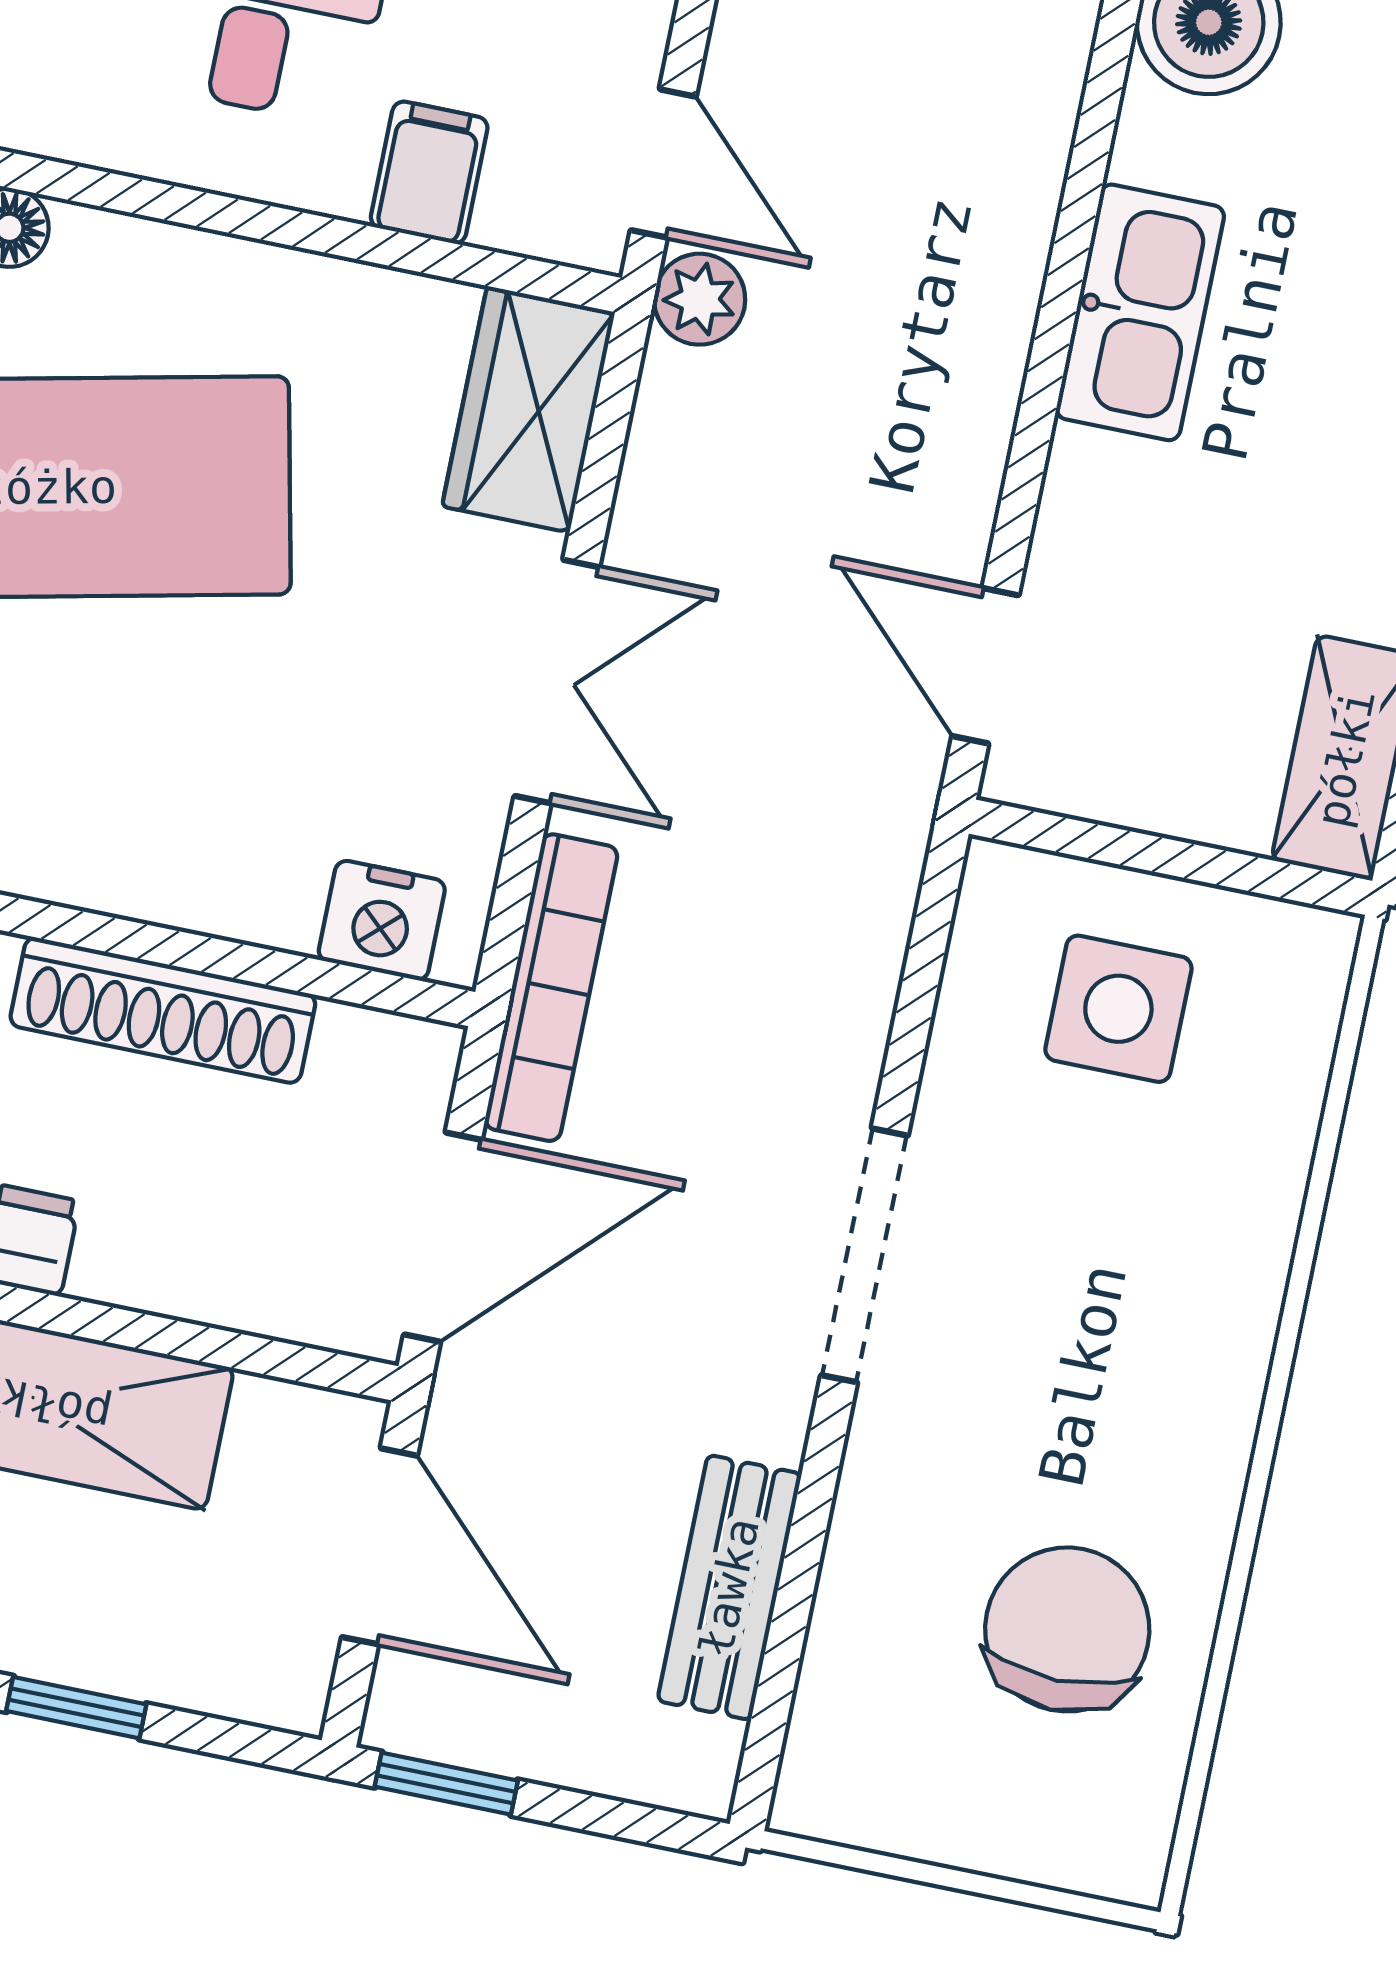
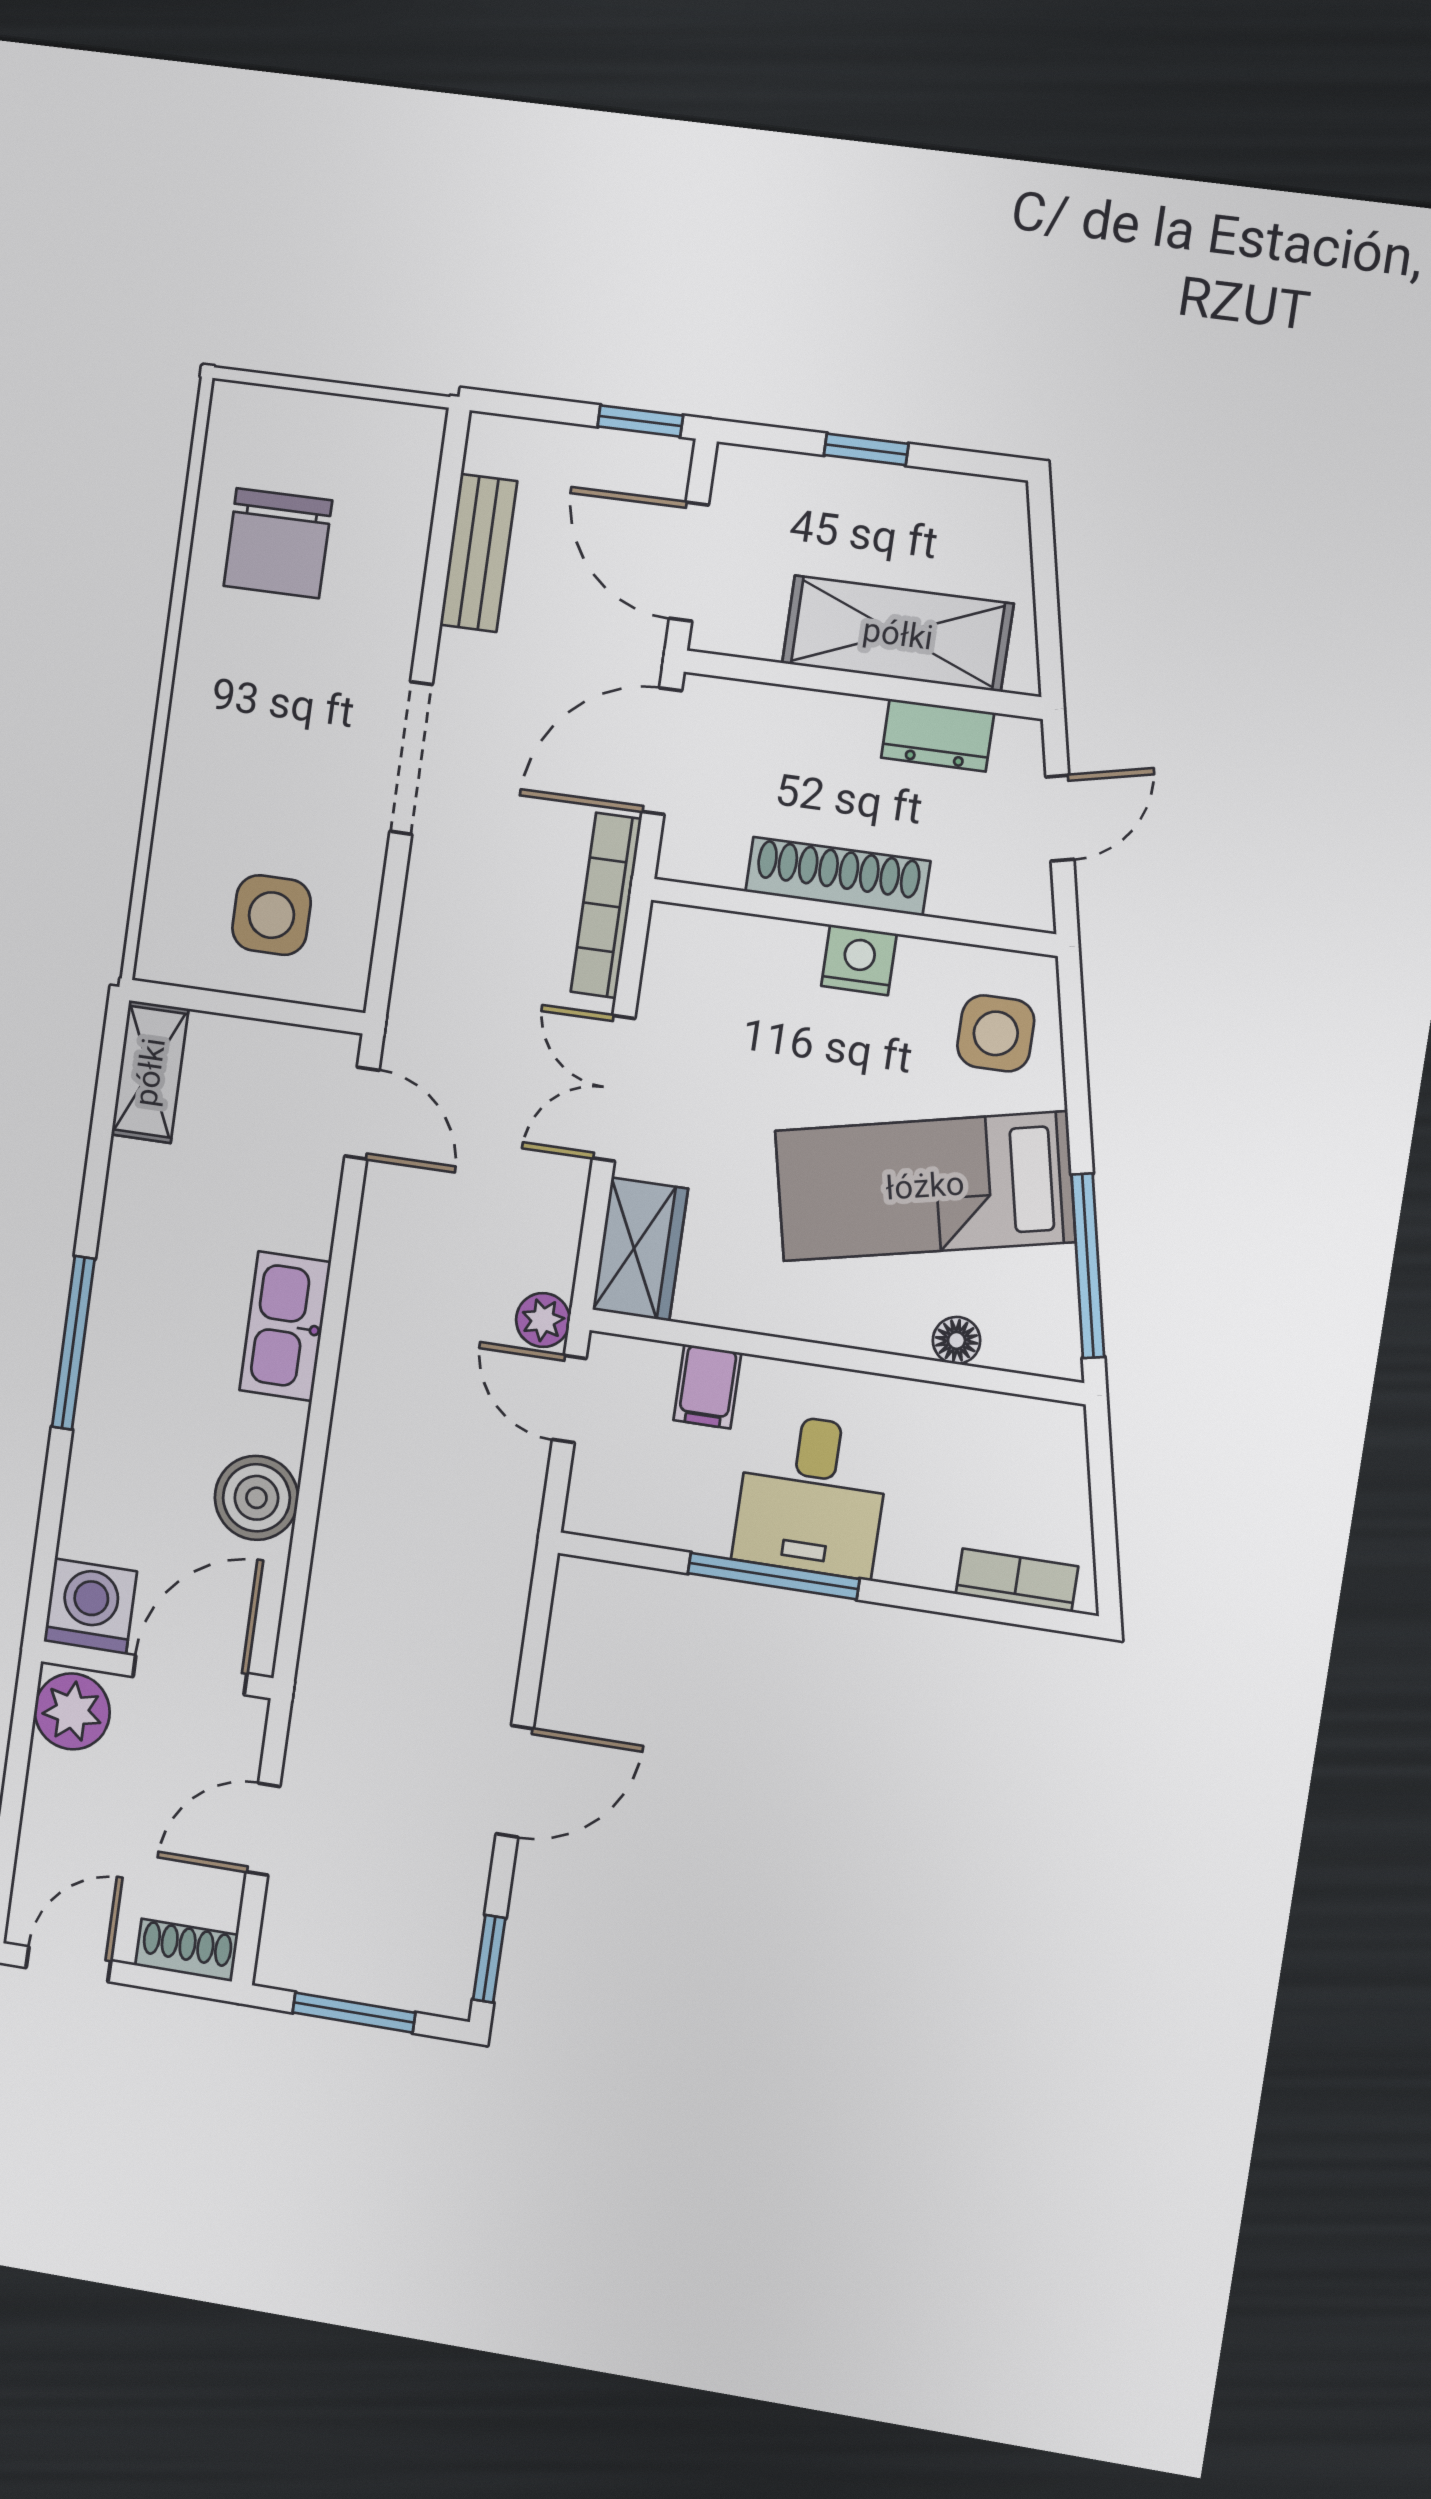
nightstand: (382, 920) -> (859, 960), moved

